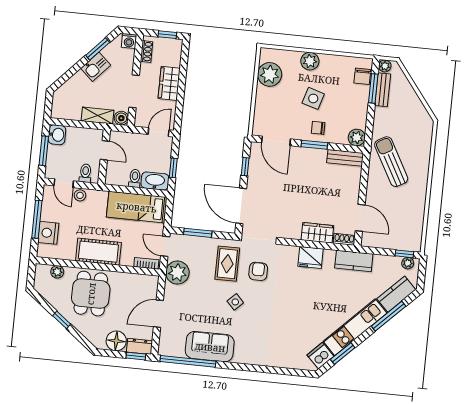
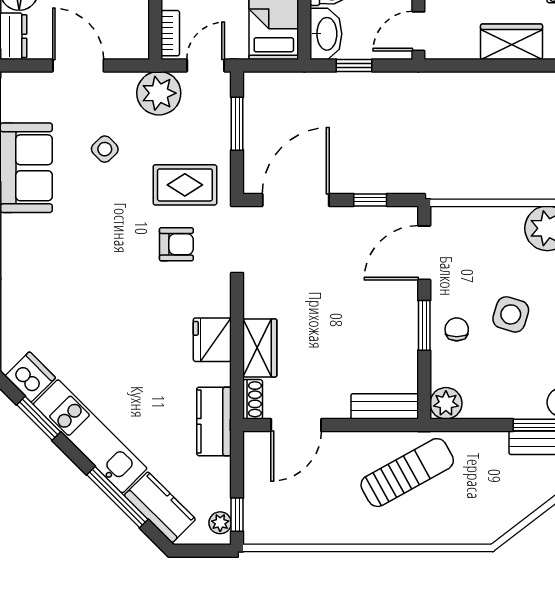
door: (159, 132) -> (418, 31), swing flipped
bench: (345, 158) -> (385, 406), moved, turned 90
side table: (235, 302) -> (105, 149), moved

